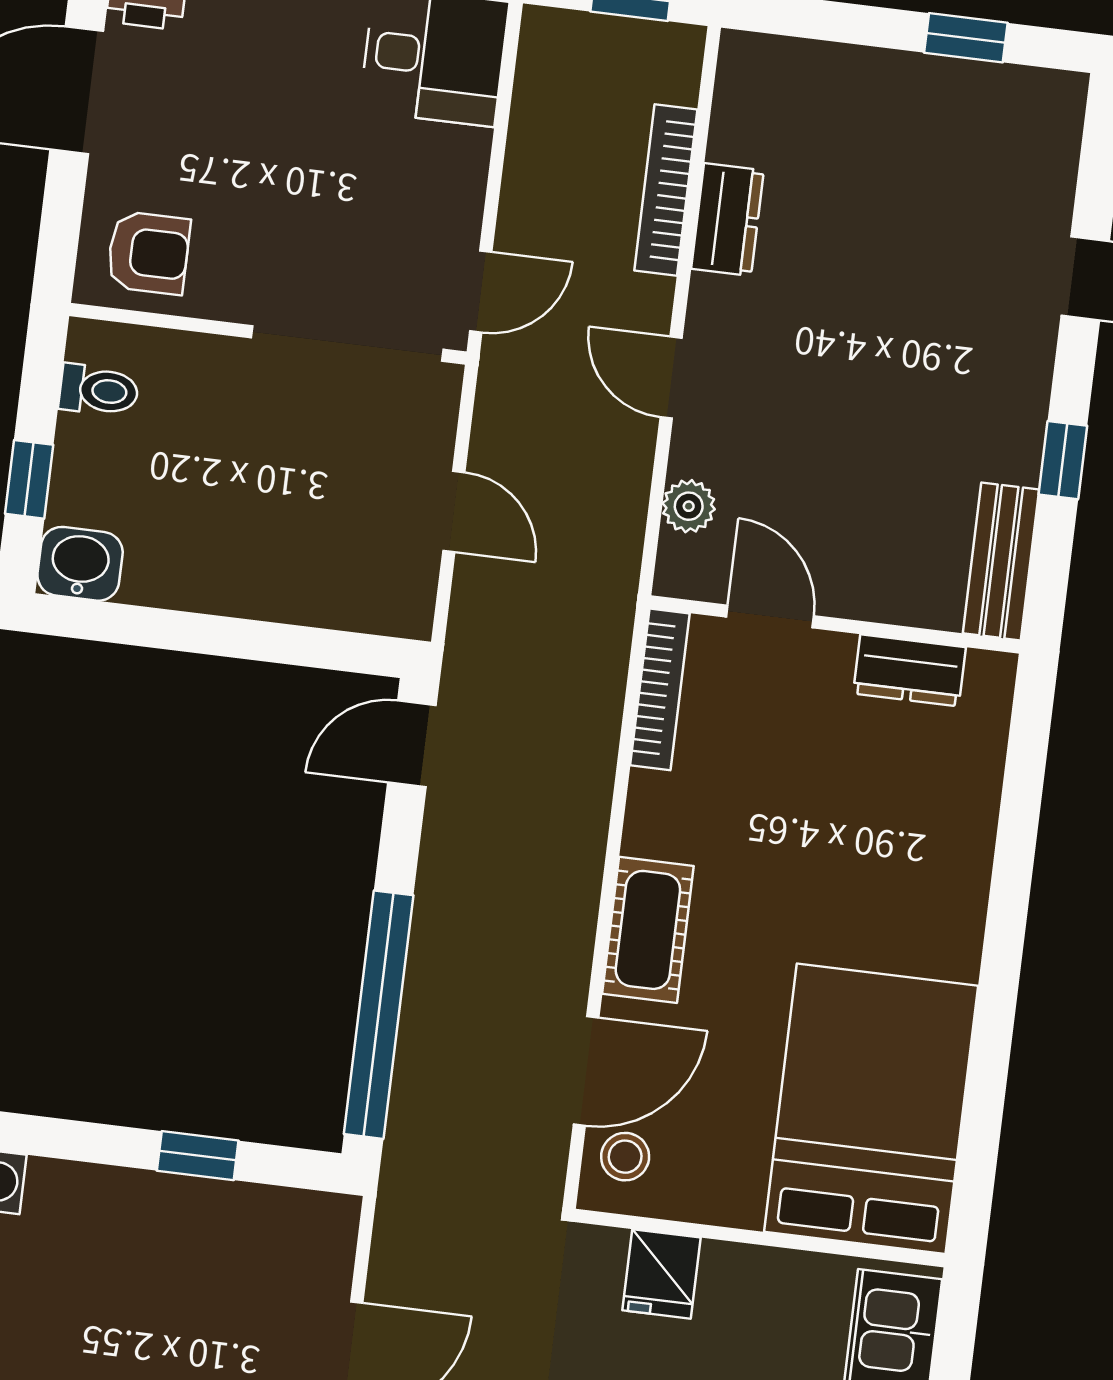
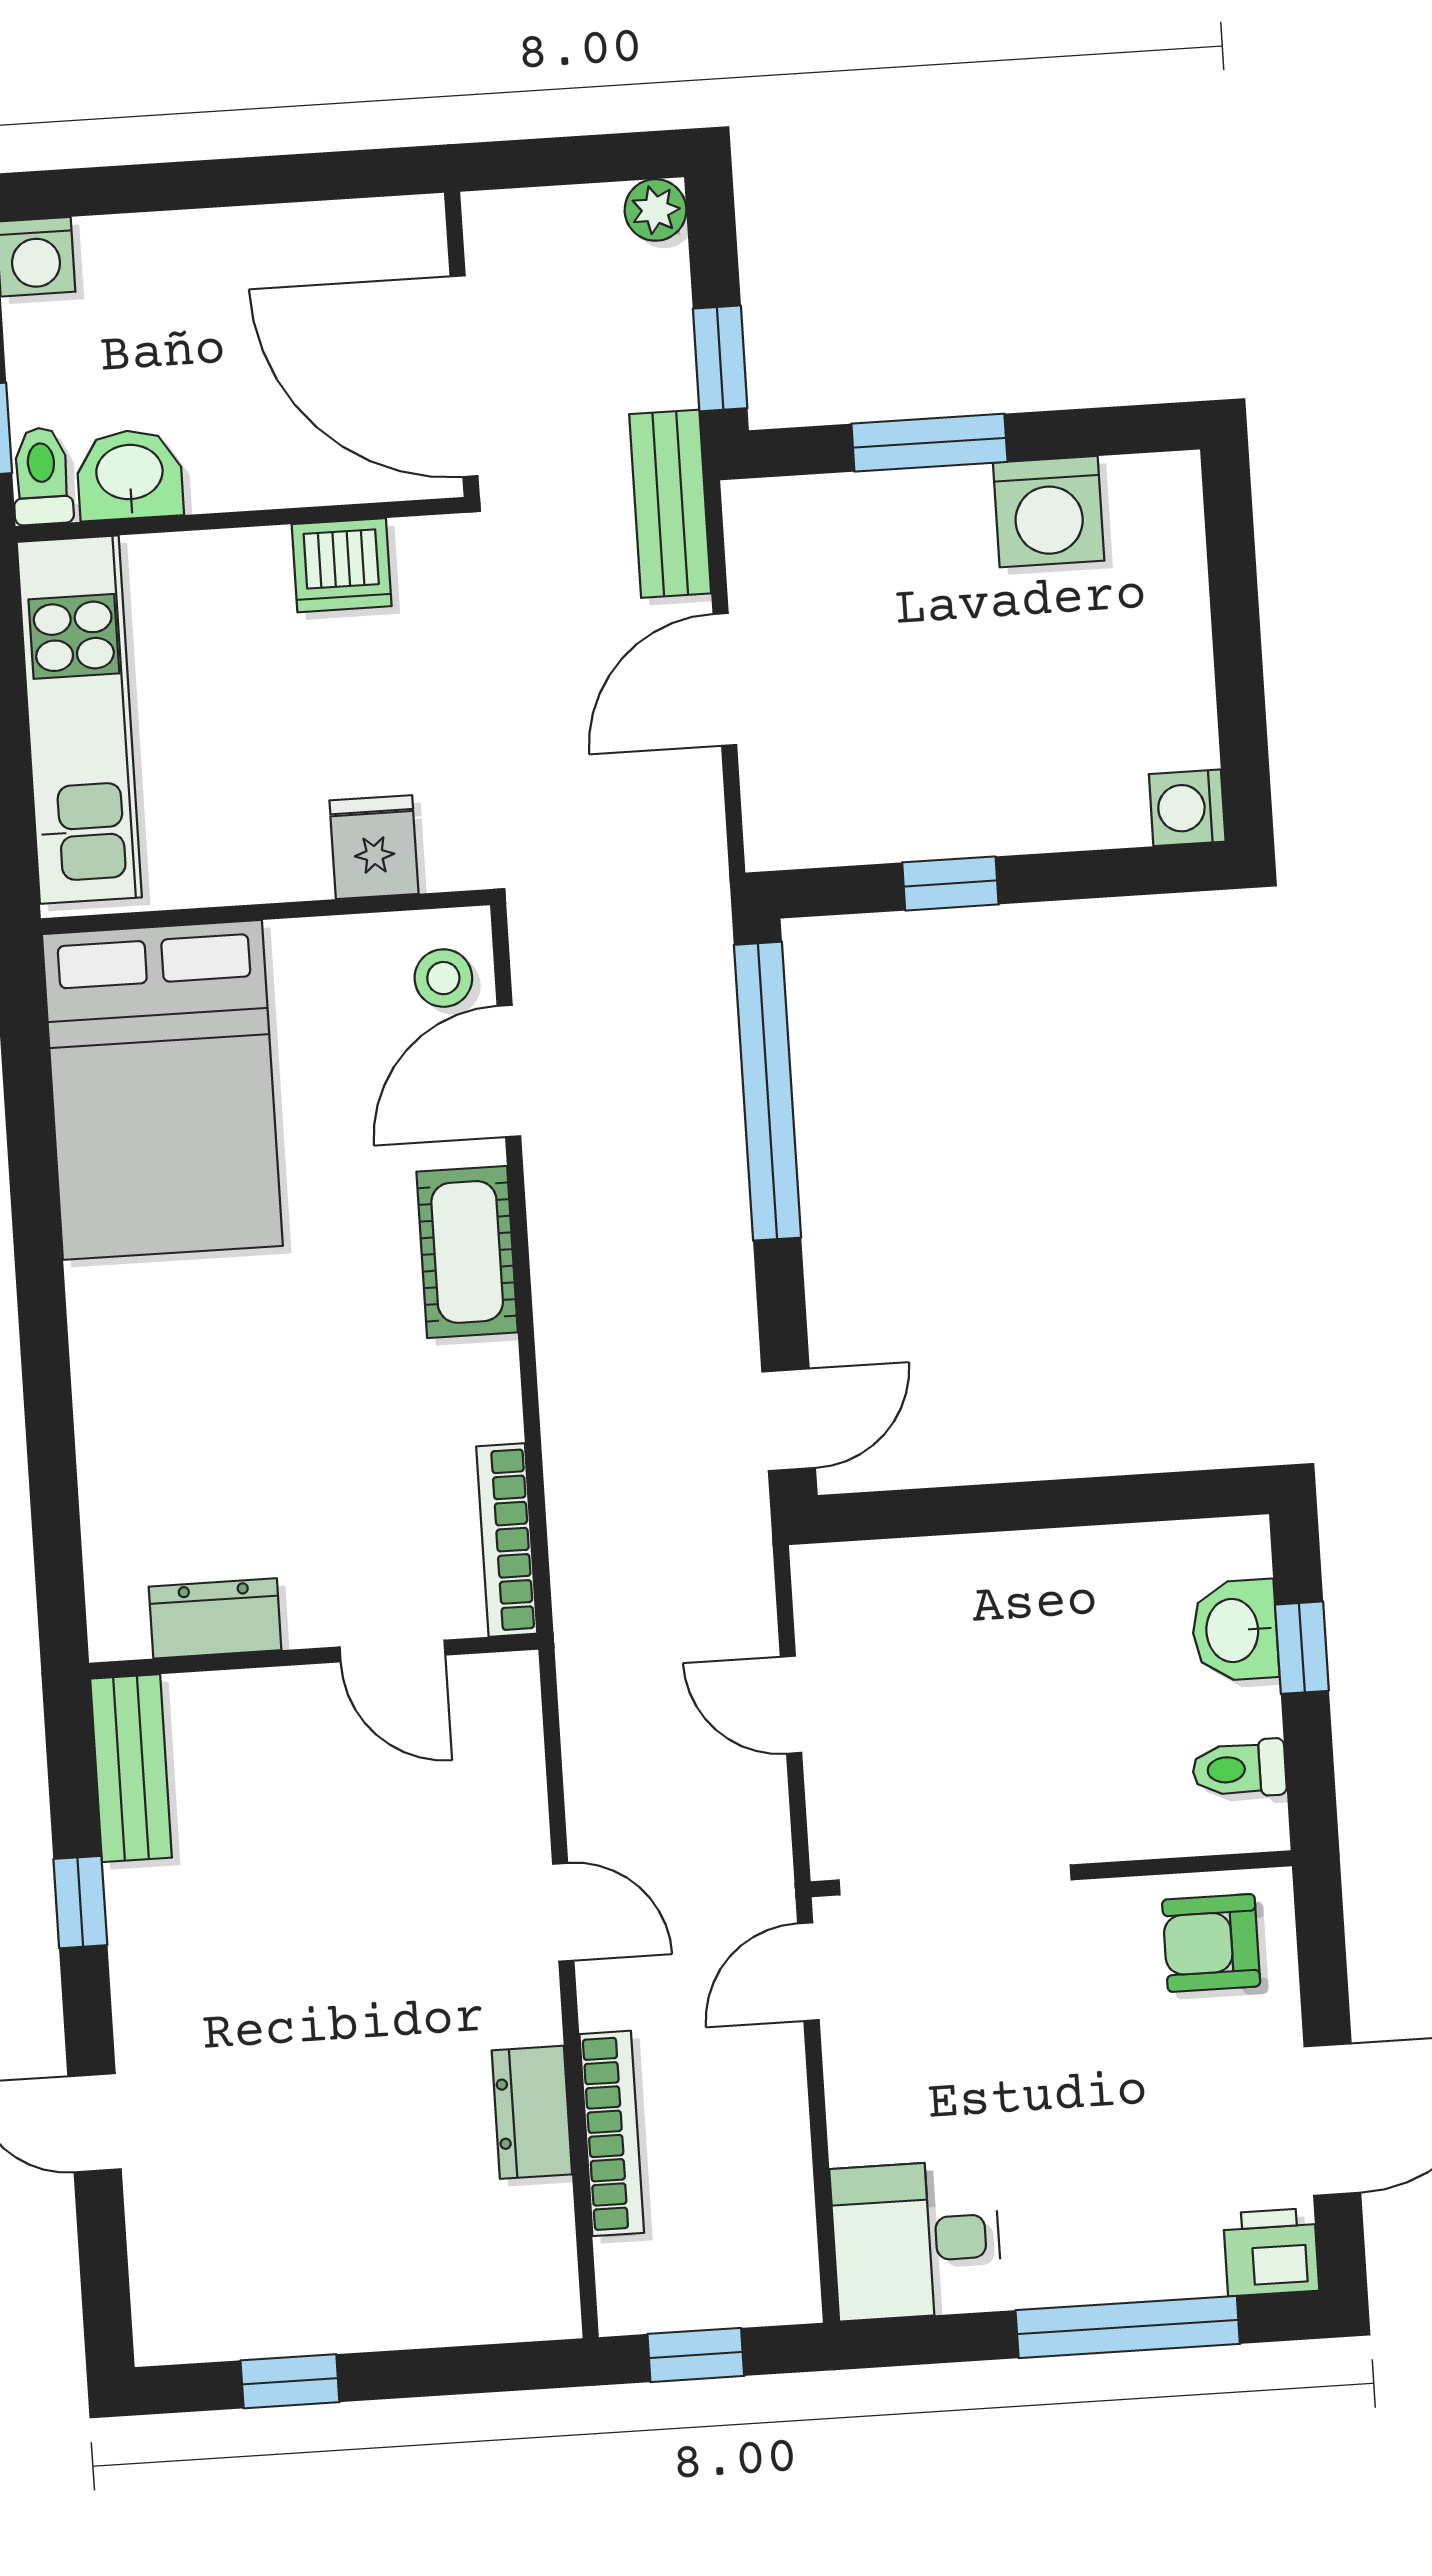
plant: (689, 506) -> (514, 1764), removed
washbasin: (80, 564) -> (1235, 1630), moved, turned 90

